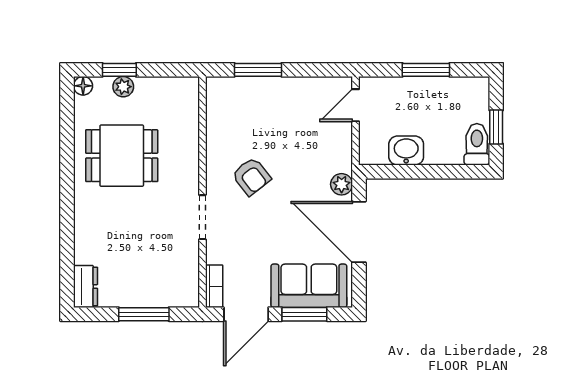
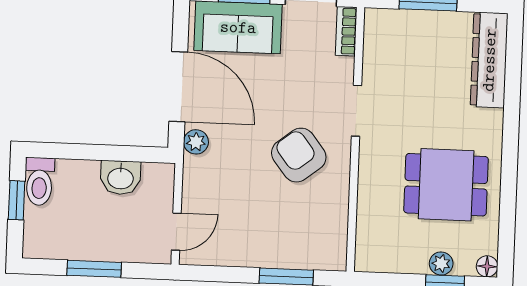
armchair: (251, 176) -> (299, 155), width x1.38, depth x1.38
dresser: (86, 286) -> (489, 60), width x1.96, depth x1.24

